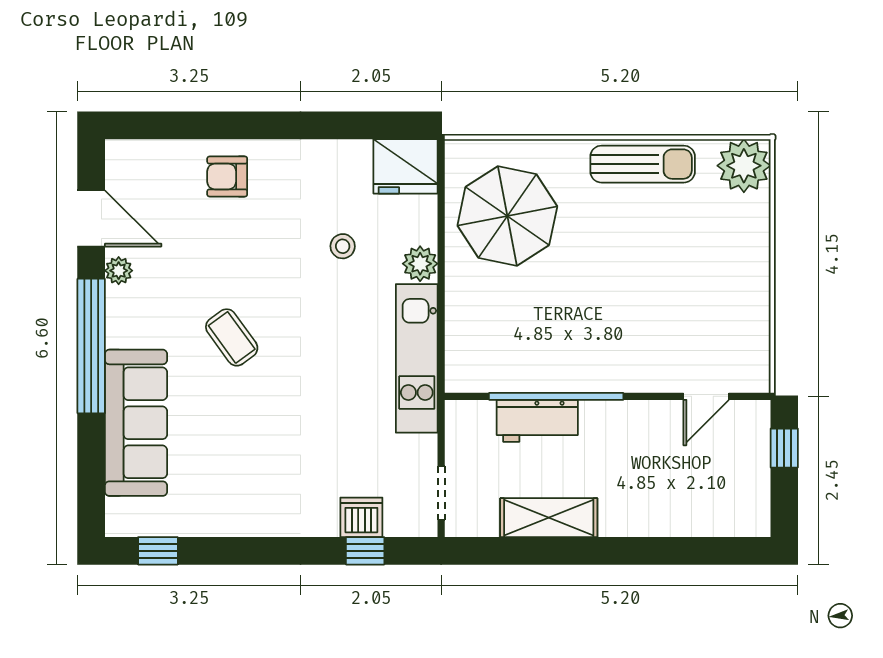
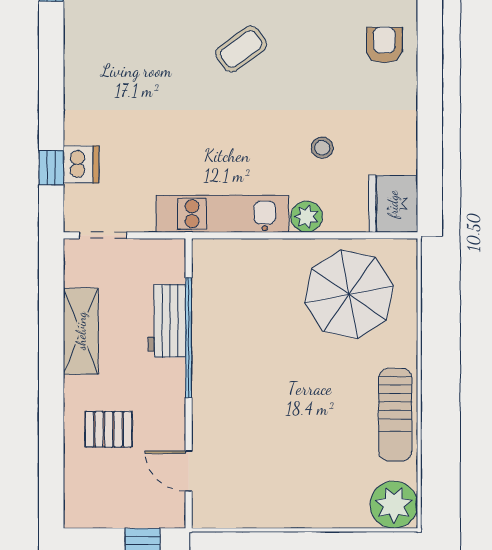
pallet: (659, 486) -> (109, 429), added

